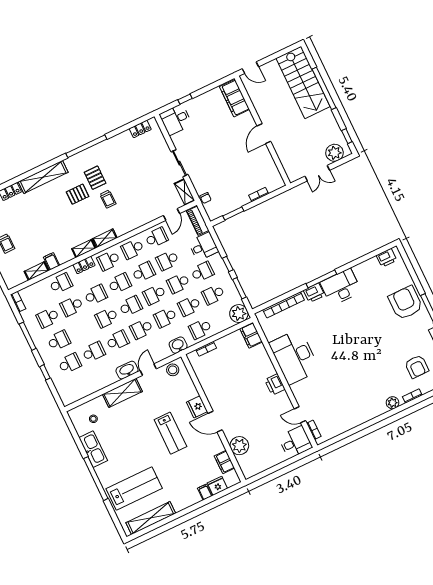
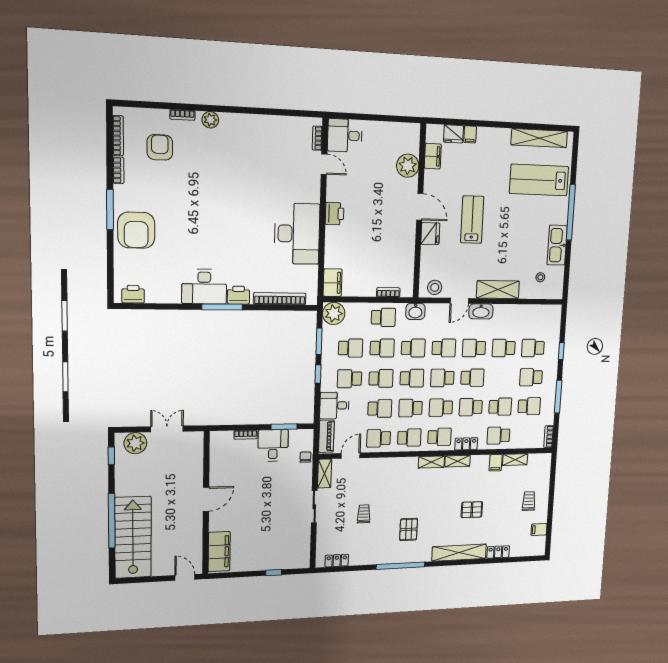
desk: (176, 120) -> (273, 445), moved, turned -90
pallet: (78, 194) -> (472, 510), moved
trolley: (108, 199) -> (364, 514), moved

